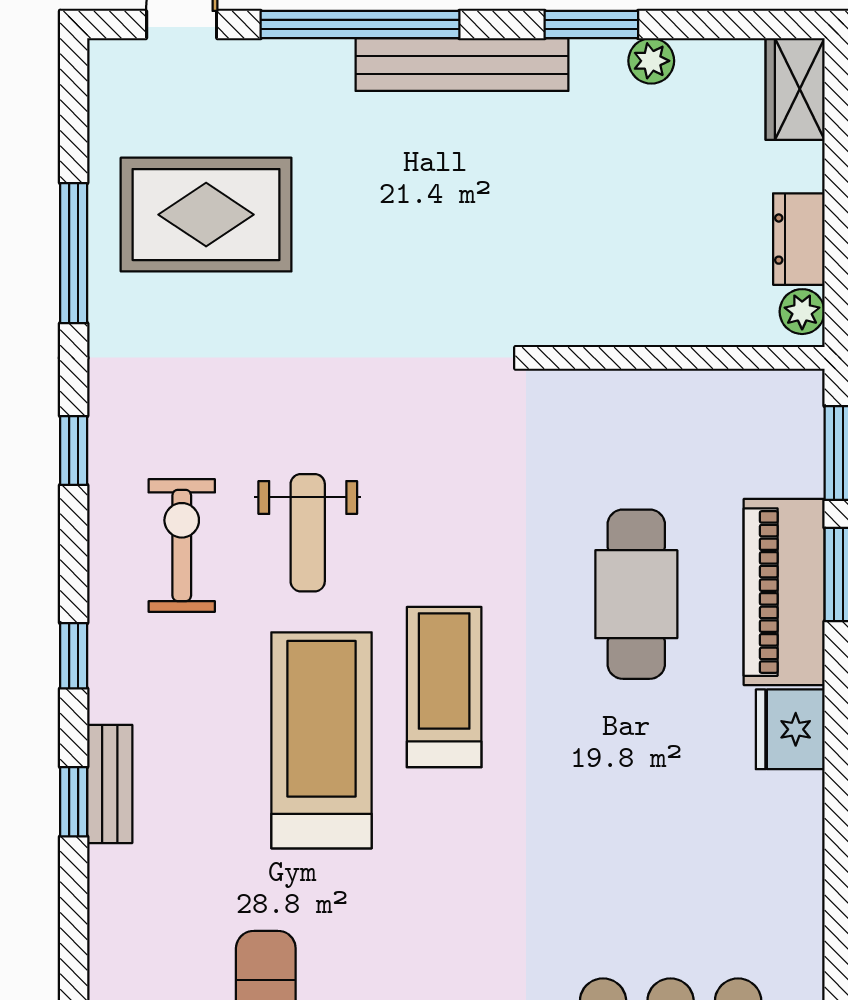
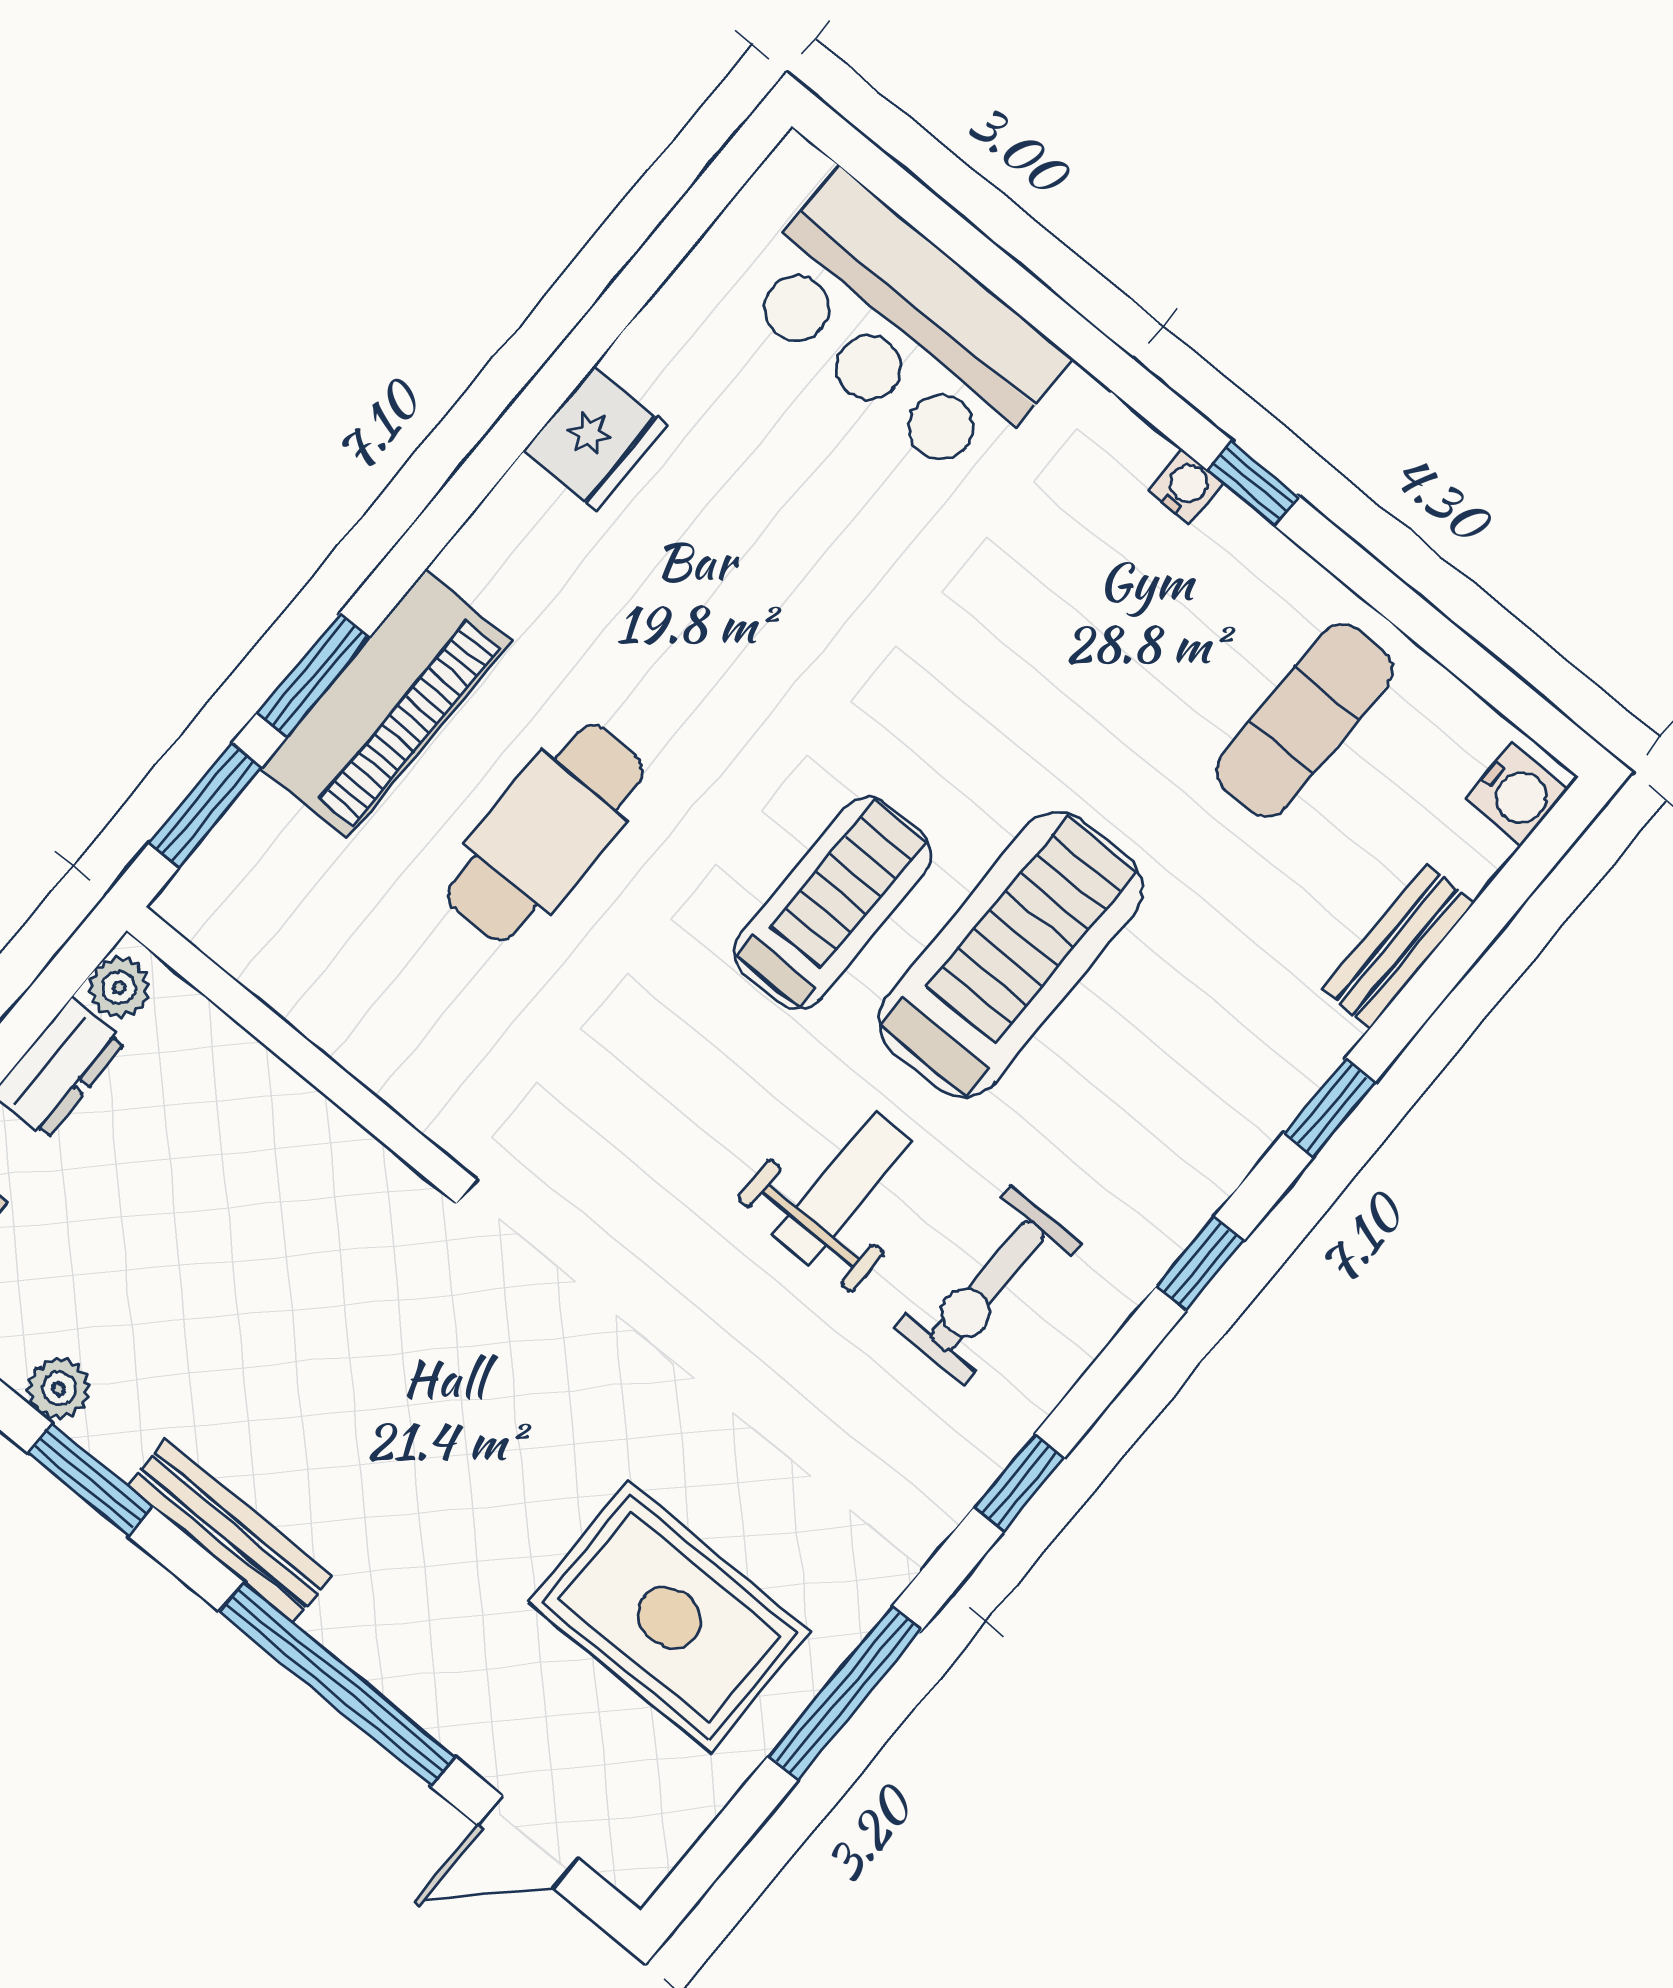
bench: (462, 65) -> (229, 1531), width x0.73, depth x0.82
treadmill: (444, 687) -> (833, 903), turned 180
fridge: (790, 729) -> (595, 438), moved
treadmill: (321, 740) -> (1011, 954), turned 180
bench: (110, 784) -> (1398, 946), moved

